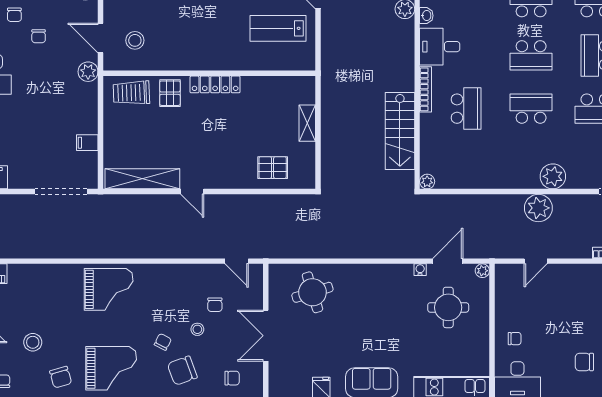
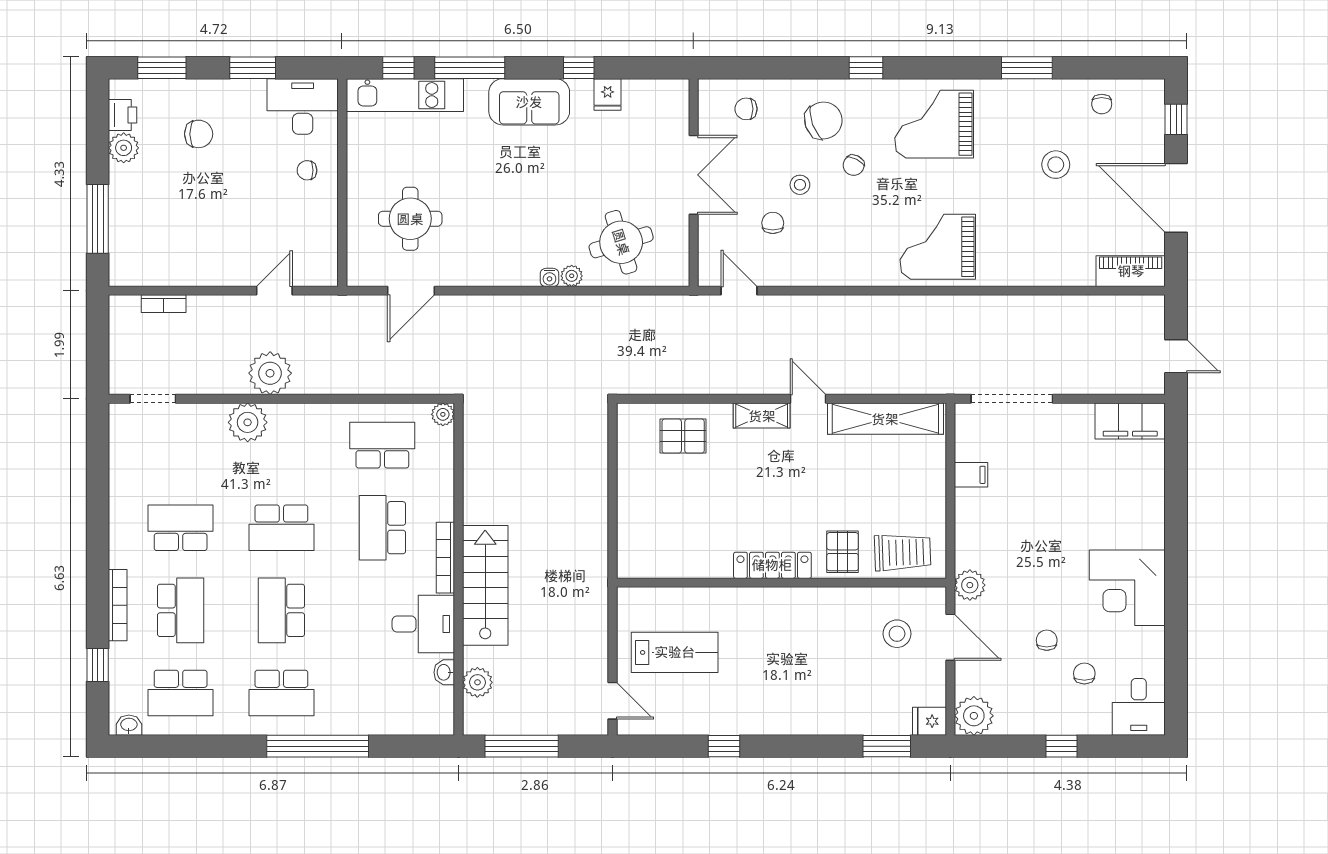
school desk: (531, 55) -> (281, 610), turned -90
shelving: (307, 123) -> (762, 416), moved, turned 90
stairs: (400, 131) -> (485, 585), moved
school desk: (466, 162) -> (382, 445), added
water cooler: (420, 270) -> (549, 277), moved
plant: (482, 271) -> (572, 276), moved
chair: (61, 377) -> (1012, 110), removed

